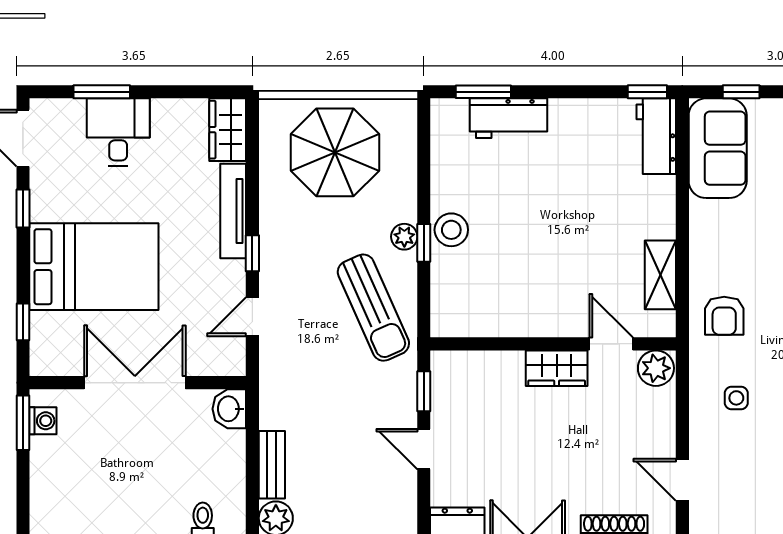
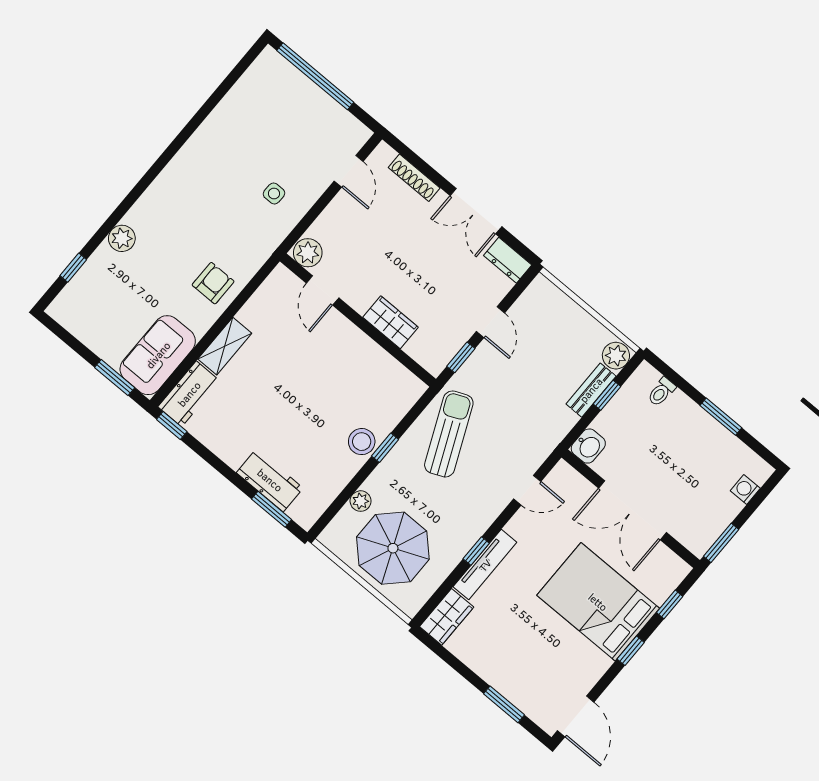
window: (741, 92) -> (115, 378), width x1.50
desk: (118, 132) -> (515, 671), removed
window: (23, 208) -> (631, 651), moved
plant: (404, 237) -> (361, 501), moved
window: (252, 253) -> (476, 551), moved
shelving: (660, 275) -> (225, 346), moved
armchair: (724, 316) -> (213, 283), moved
wardrobe: (557, 368) -> (391, 322), moved
washing machine: (43, 421) -> (745, 489), moved
window: (252, 473) -> (607, 395), added

